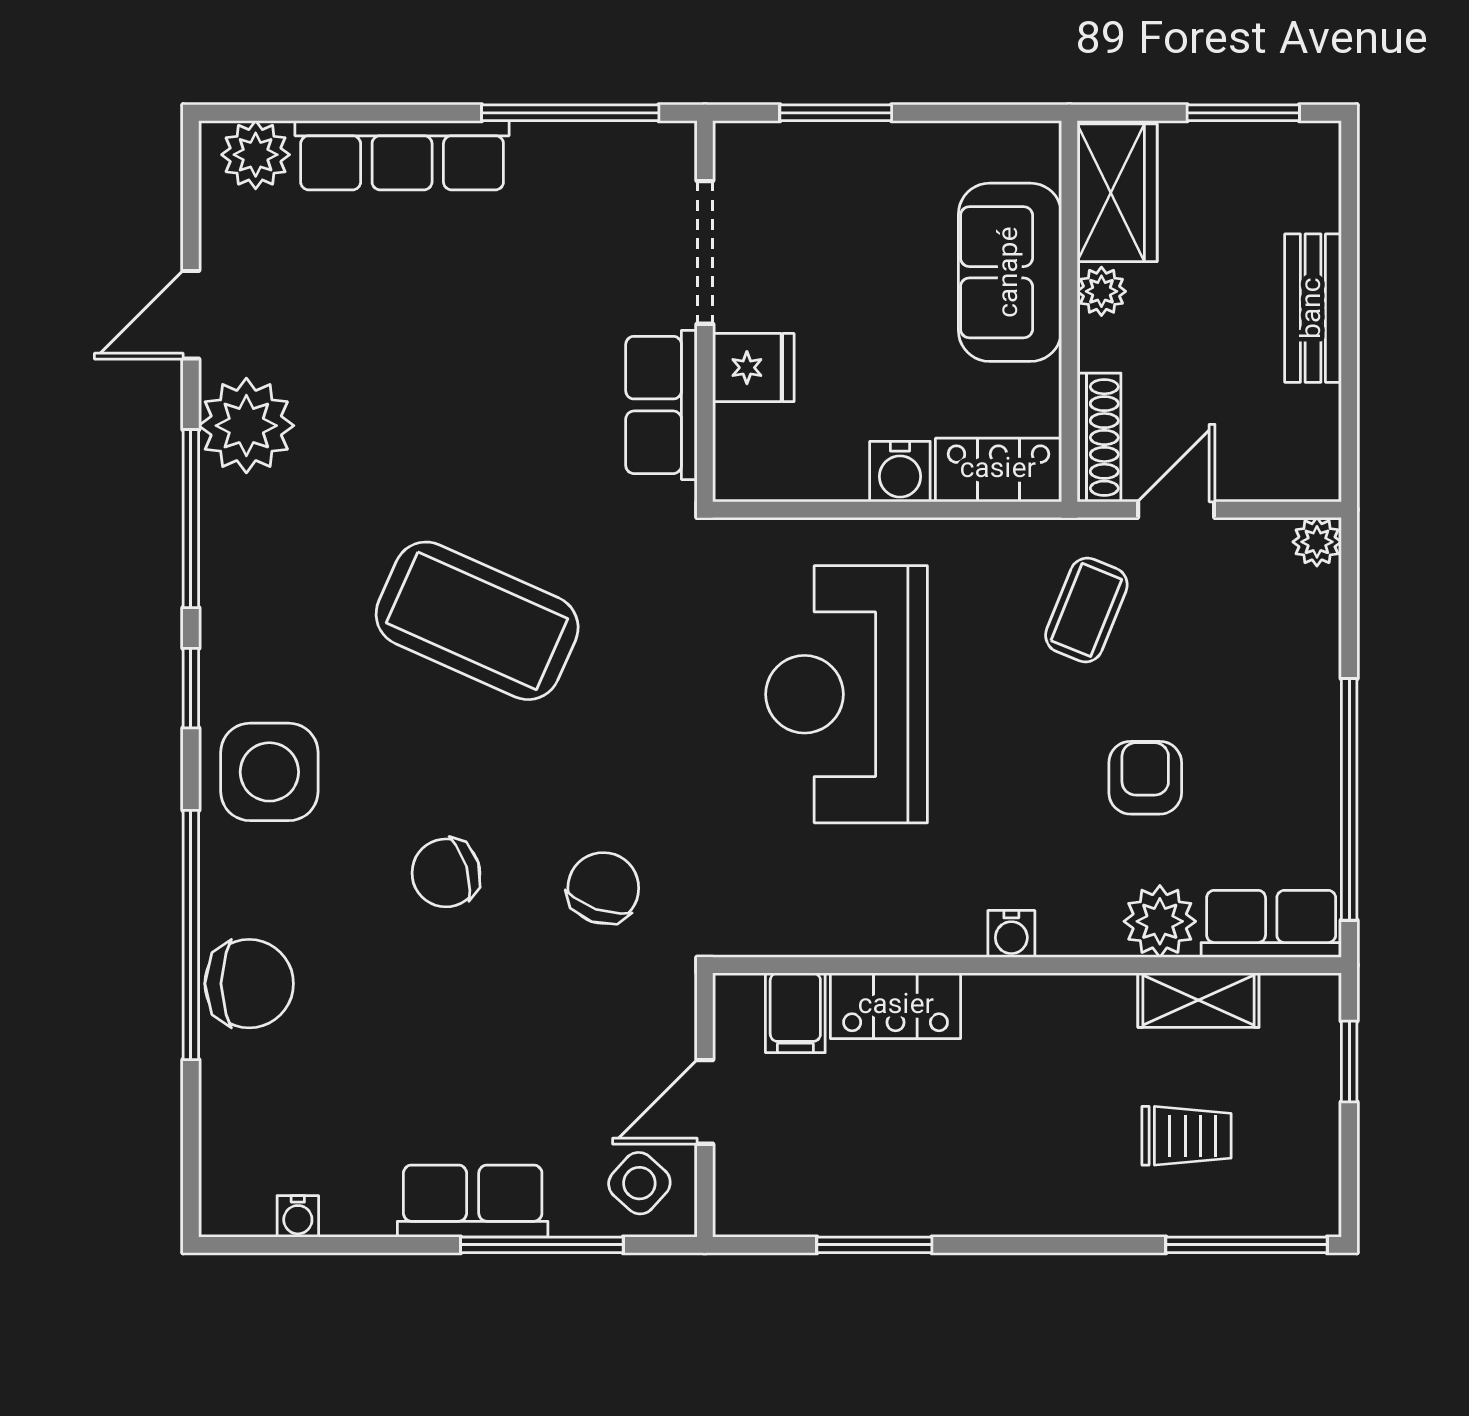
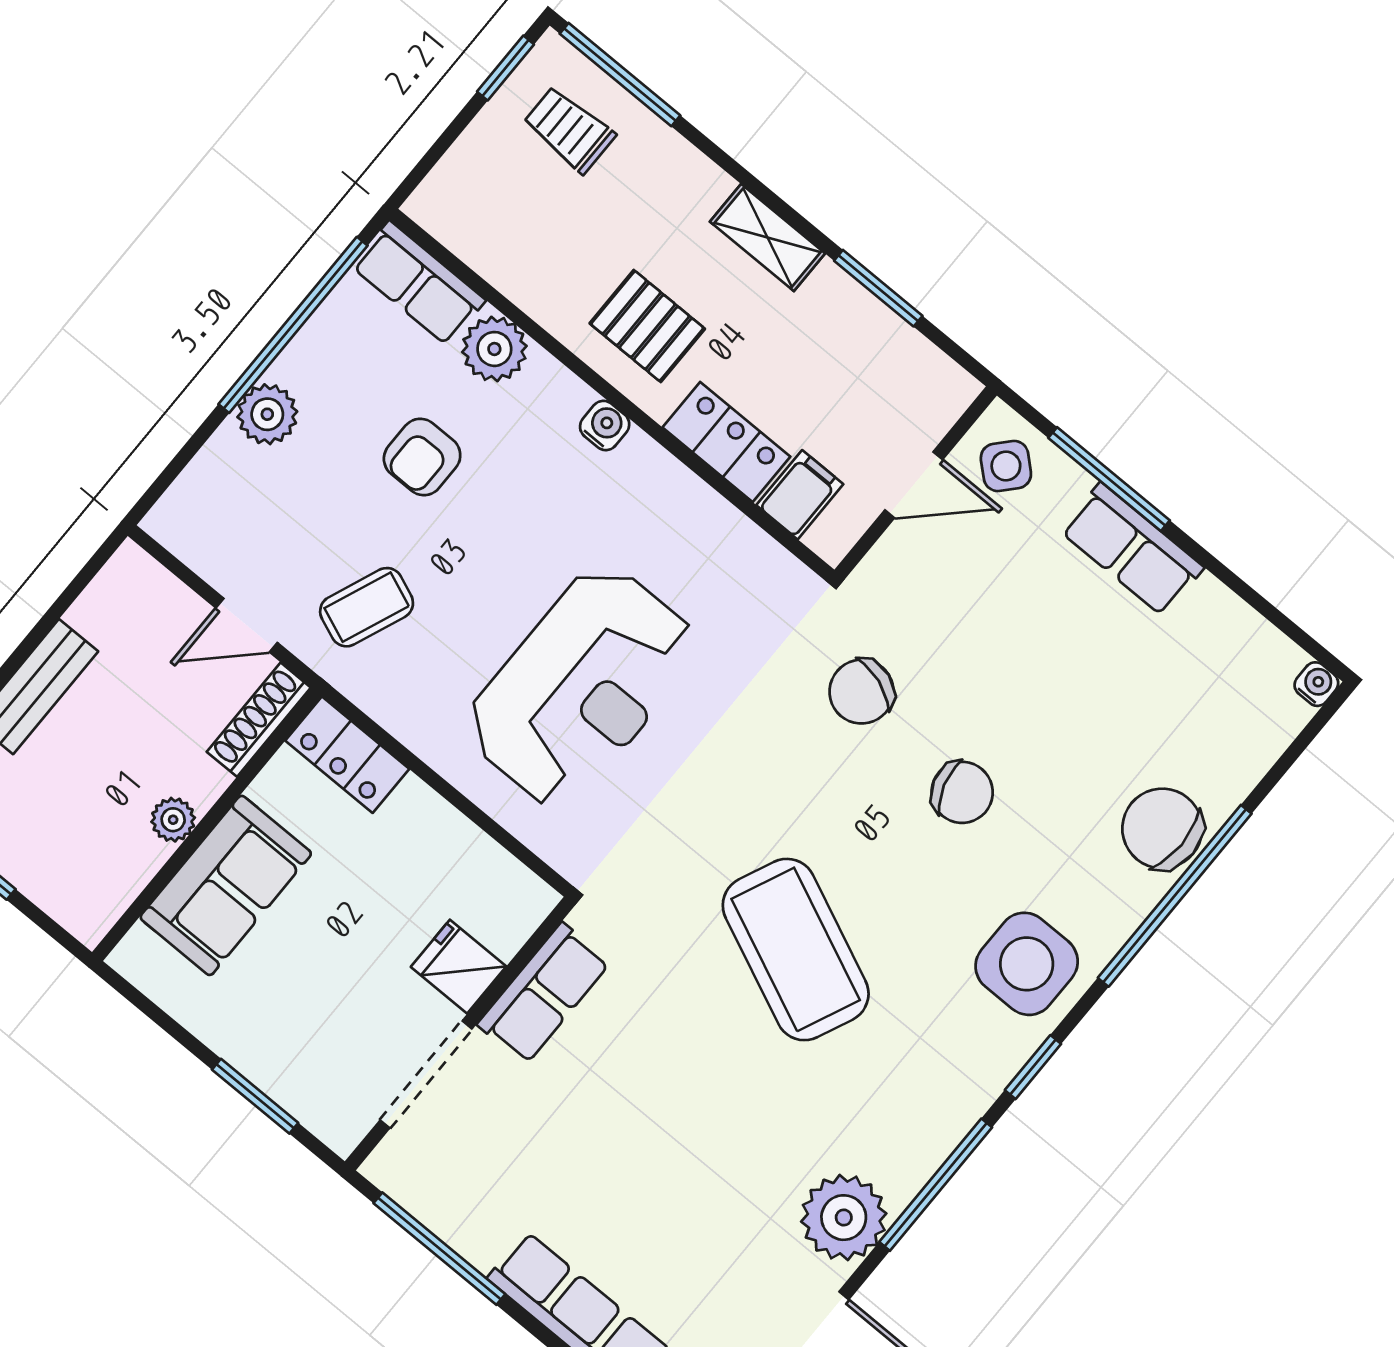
wardrobe: (1117, 193) -> (106, 879), removed
water cooler: (900, 472) -> (417, 810), removed
plant: (1317, 542) -> (267, 414), moved, width x1.38, depth x1.38
shelving: (1198, 1000) -> (768, 238), moved
pallet: (1045, 1049) -> (647, 326), added
window: (1349, 1062) -> (506, 68), moved
trolley: (1186, 1136) -> (569, 130), moved
water cooler: (298, 1216) -> (1316, 684), moved

